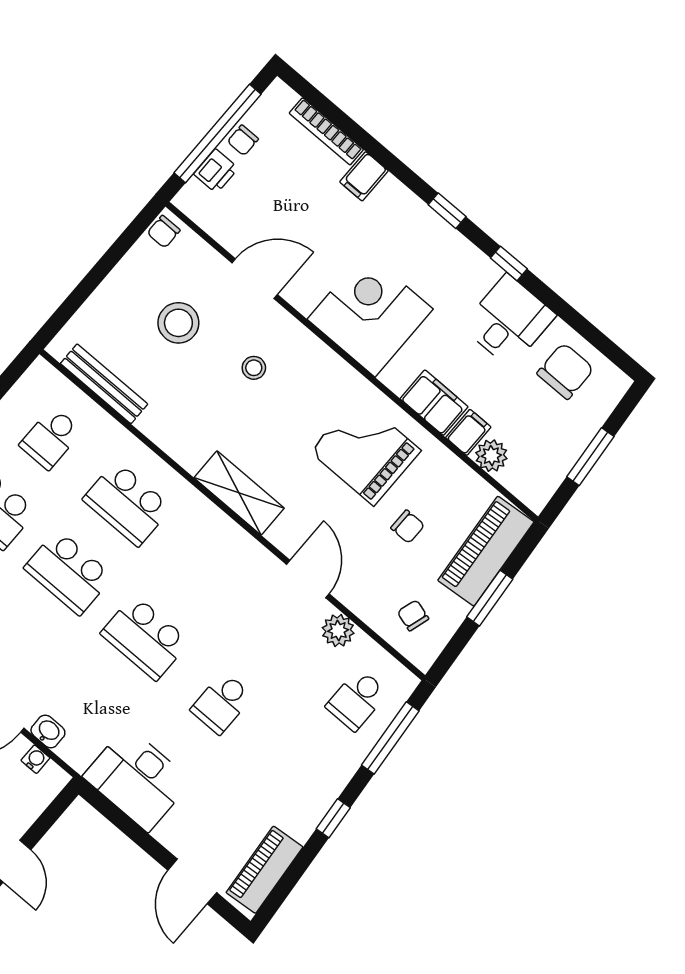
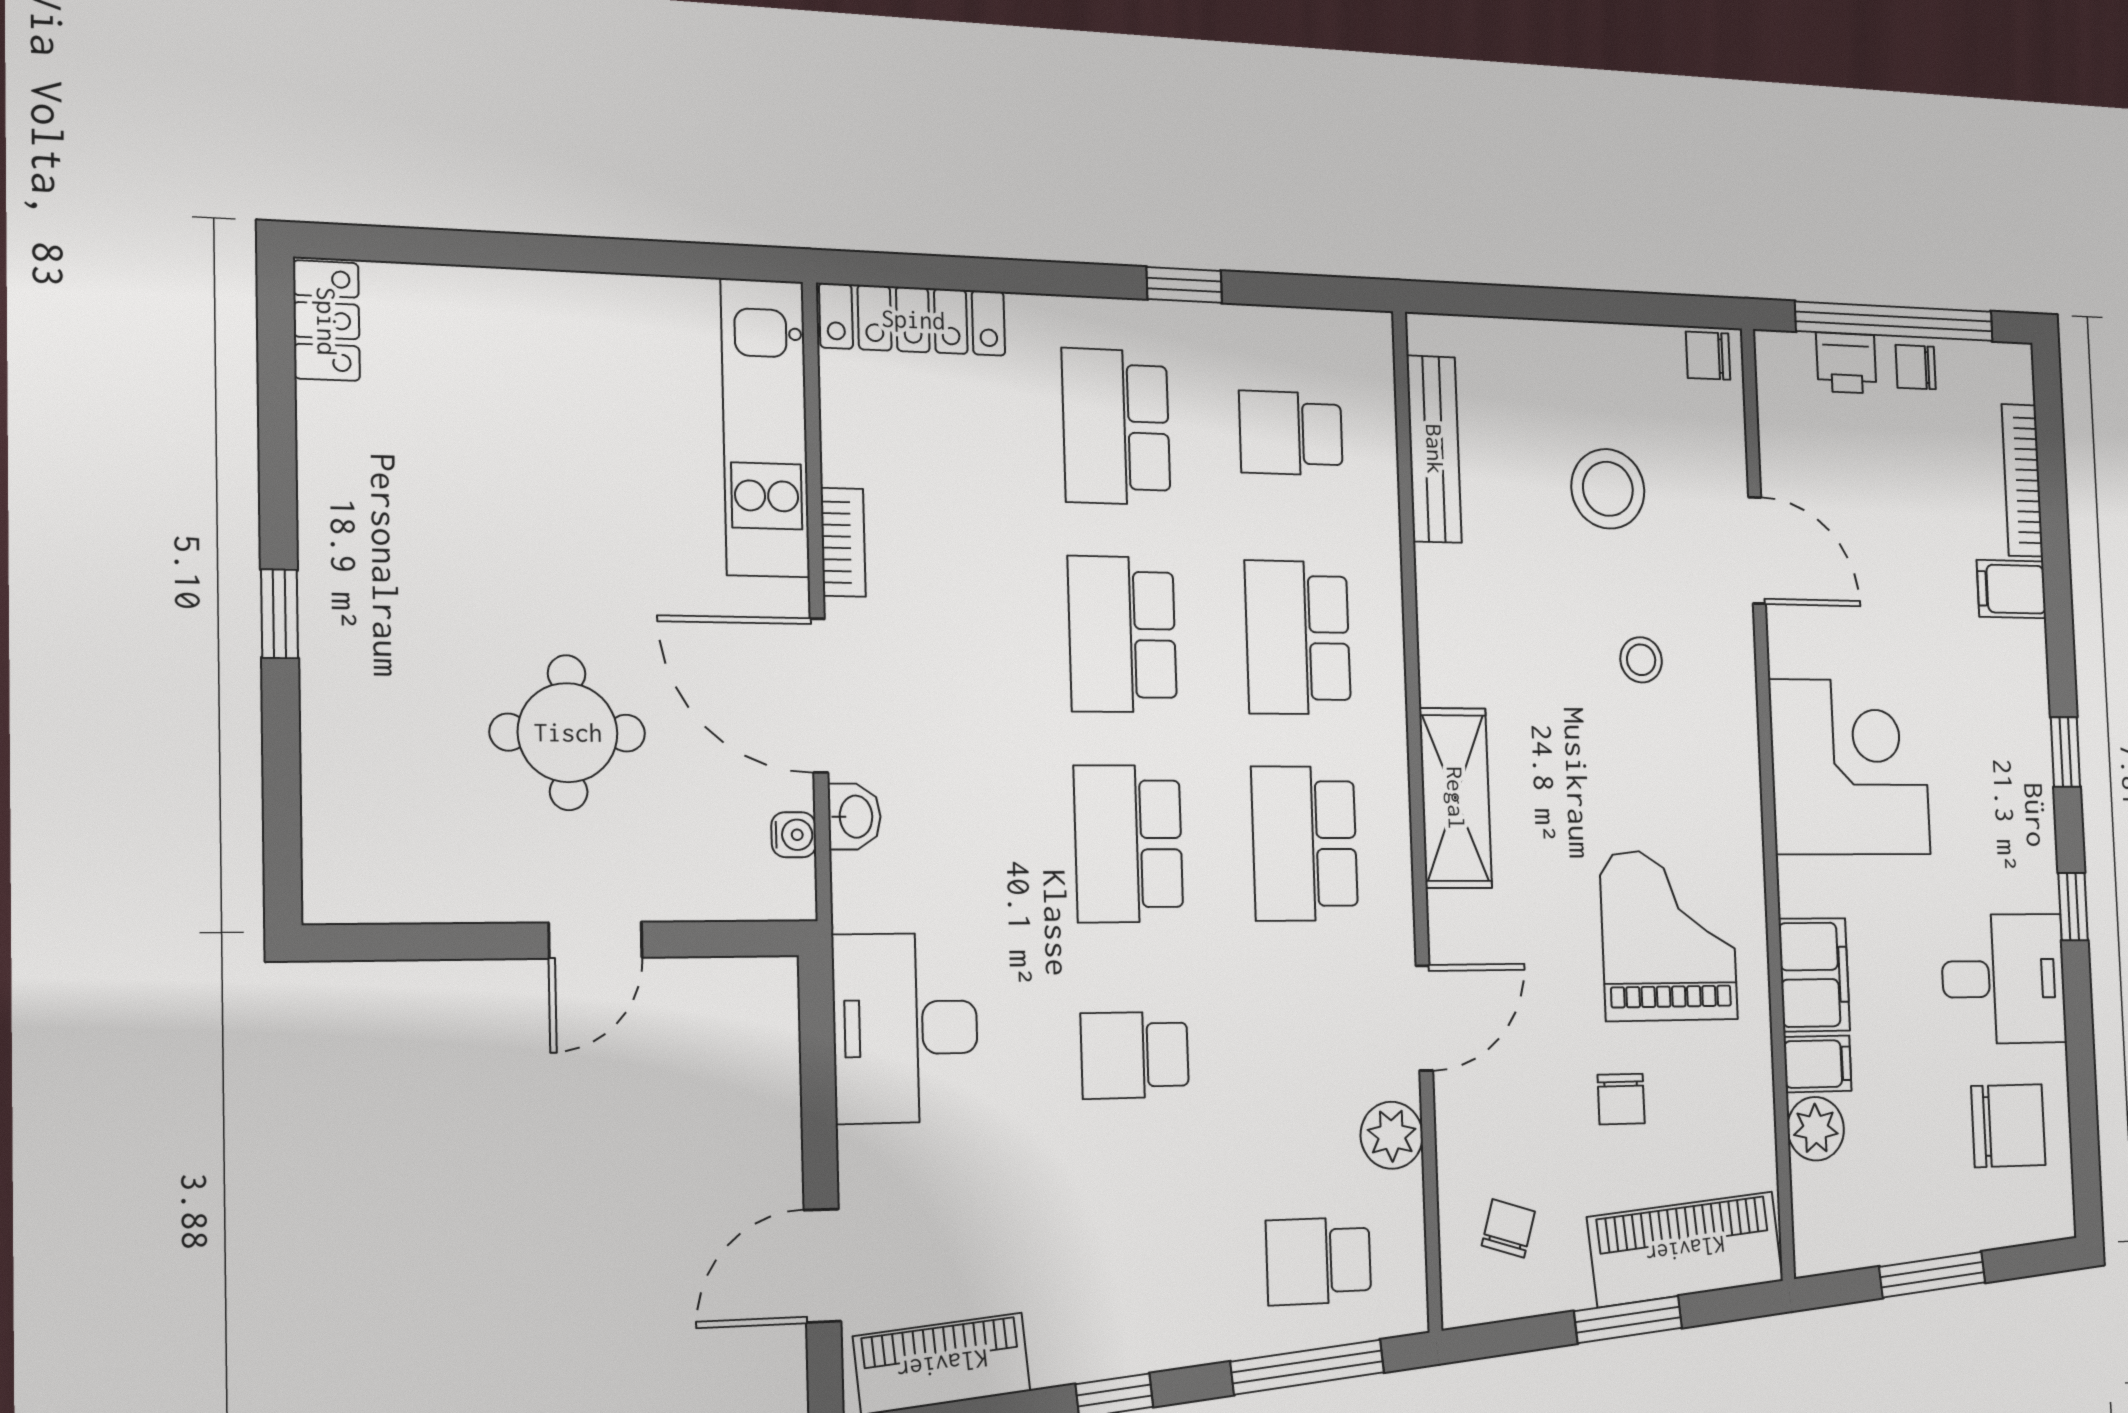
school desk: (204, 569) -> (1305, 844), added

